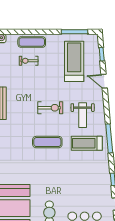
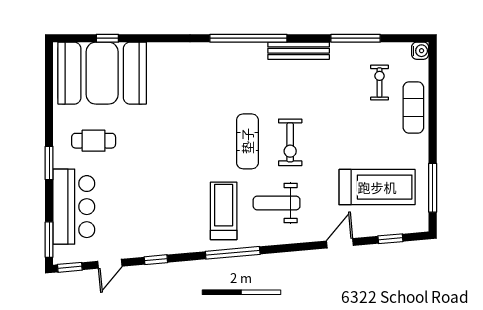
exercise bike: (29, 61) -> (380, 83), moved
exercise mat: (47, 142) -> (247, 141), moved

